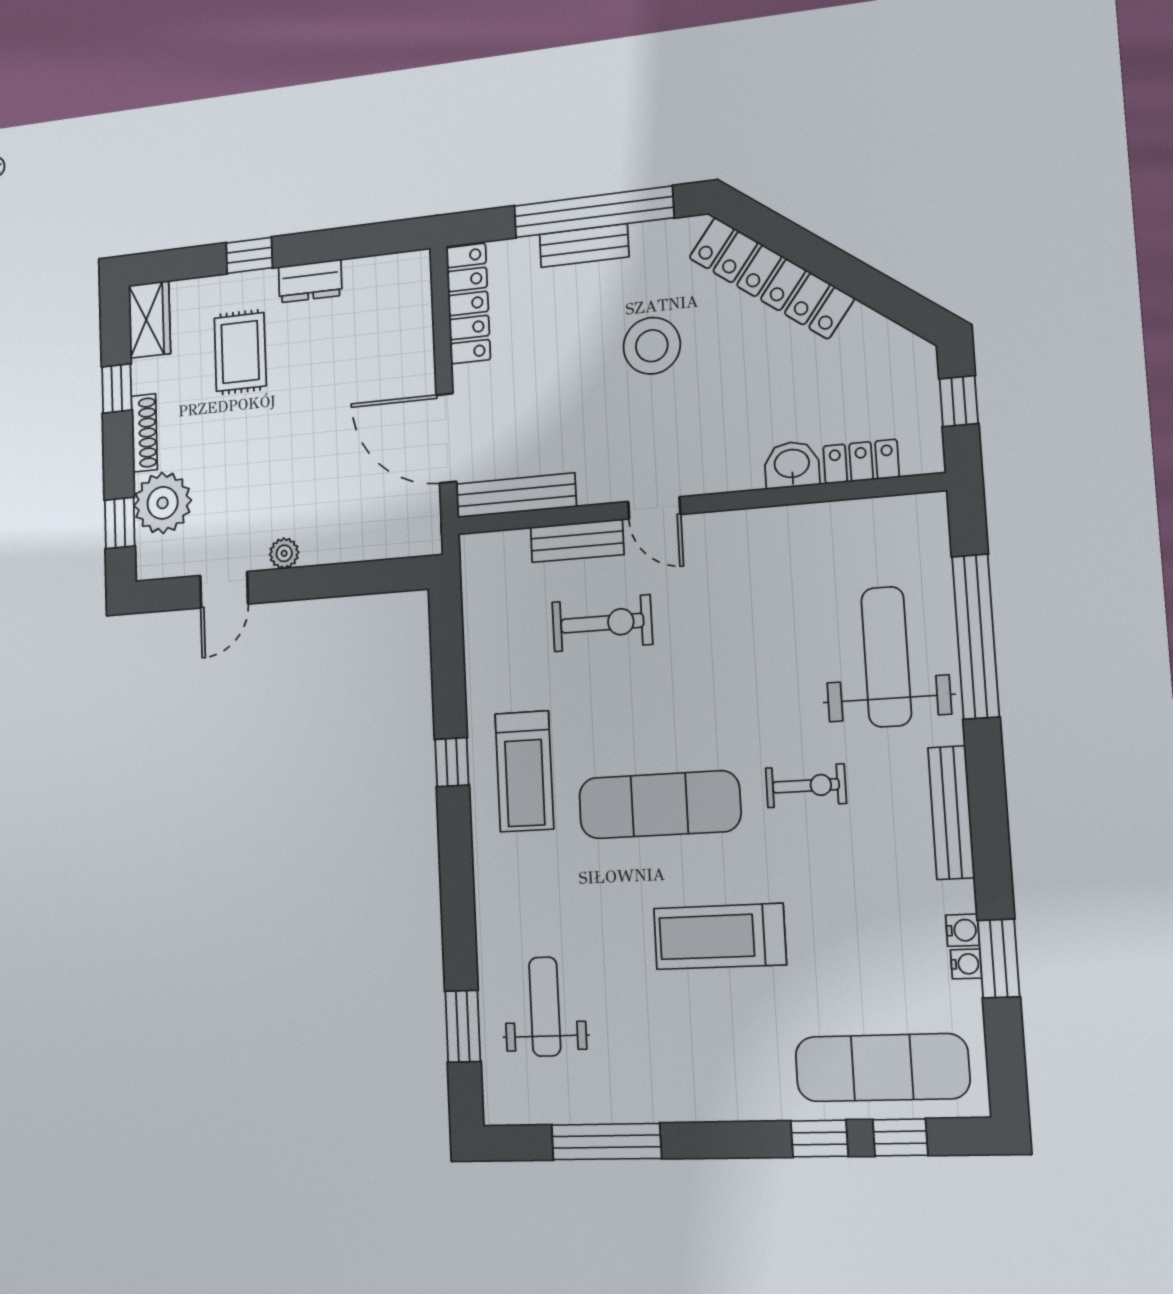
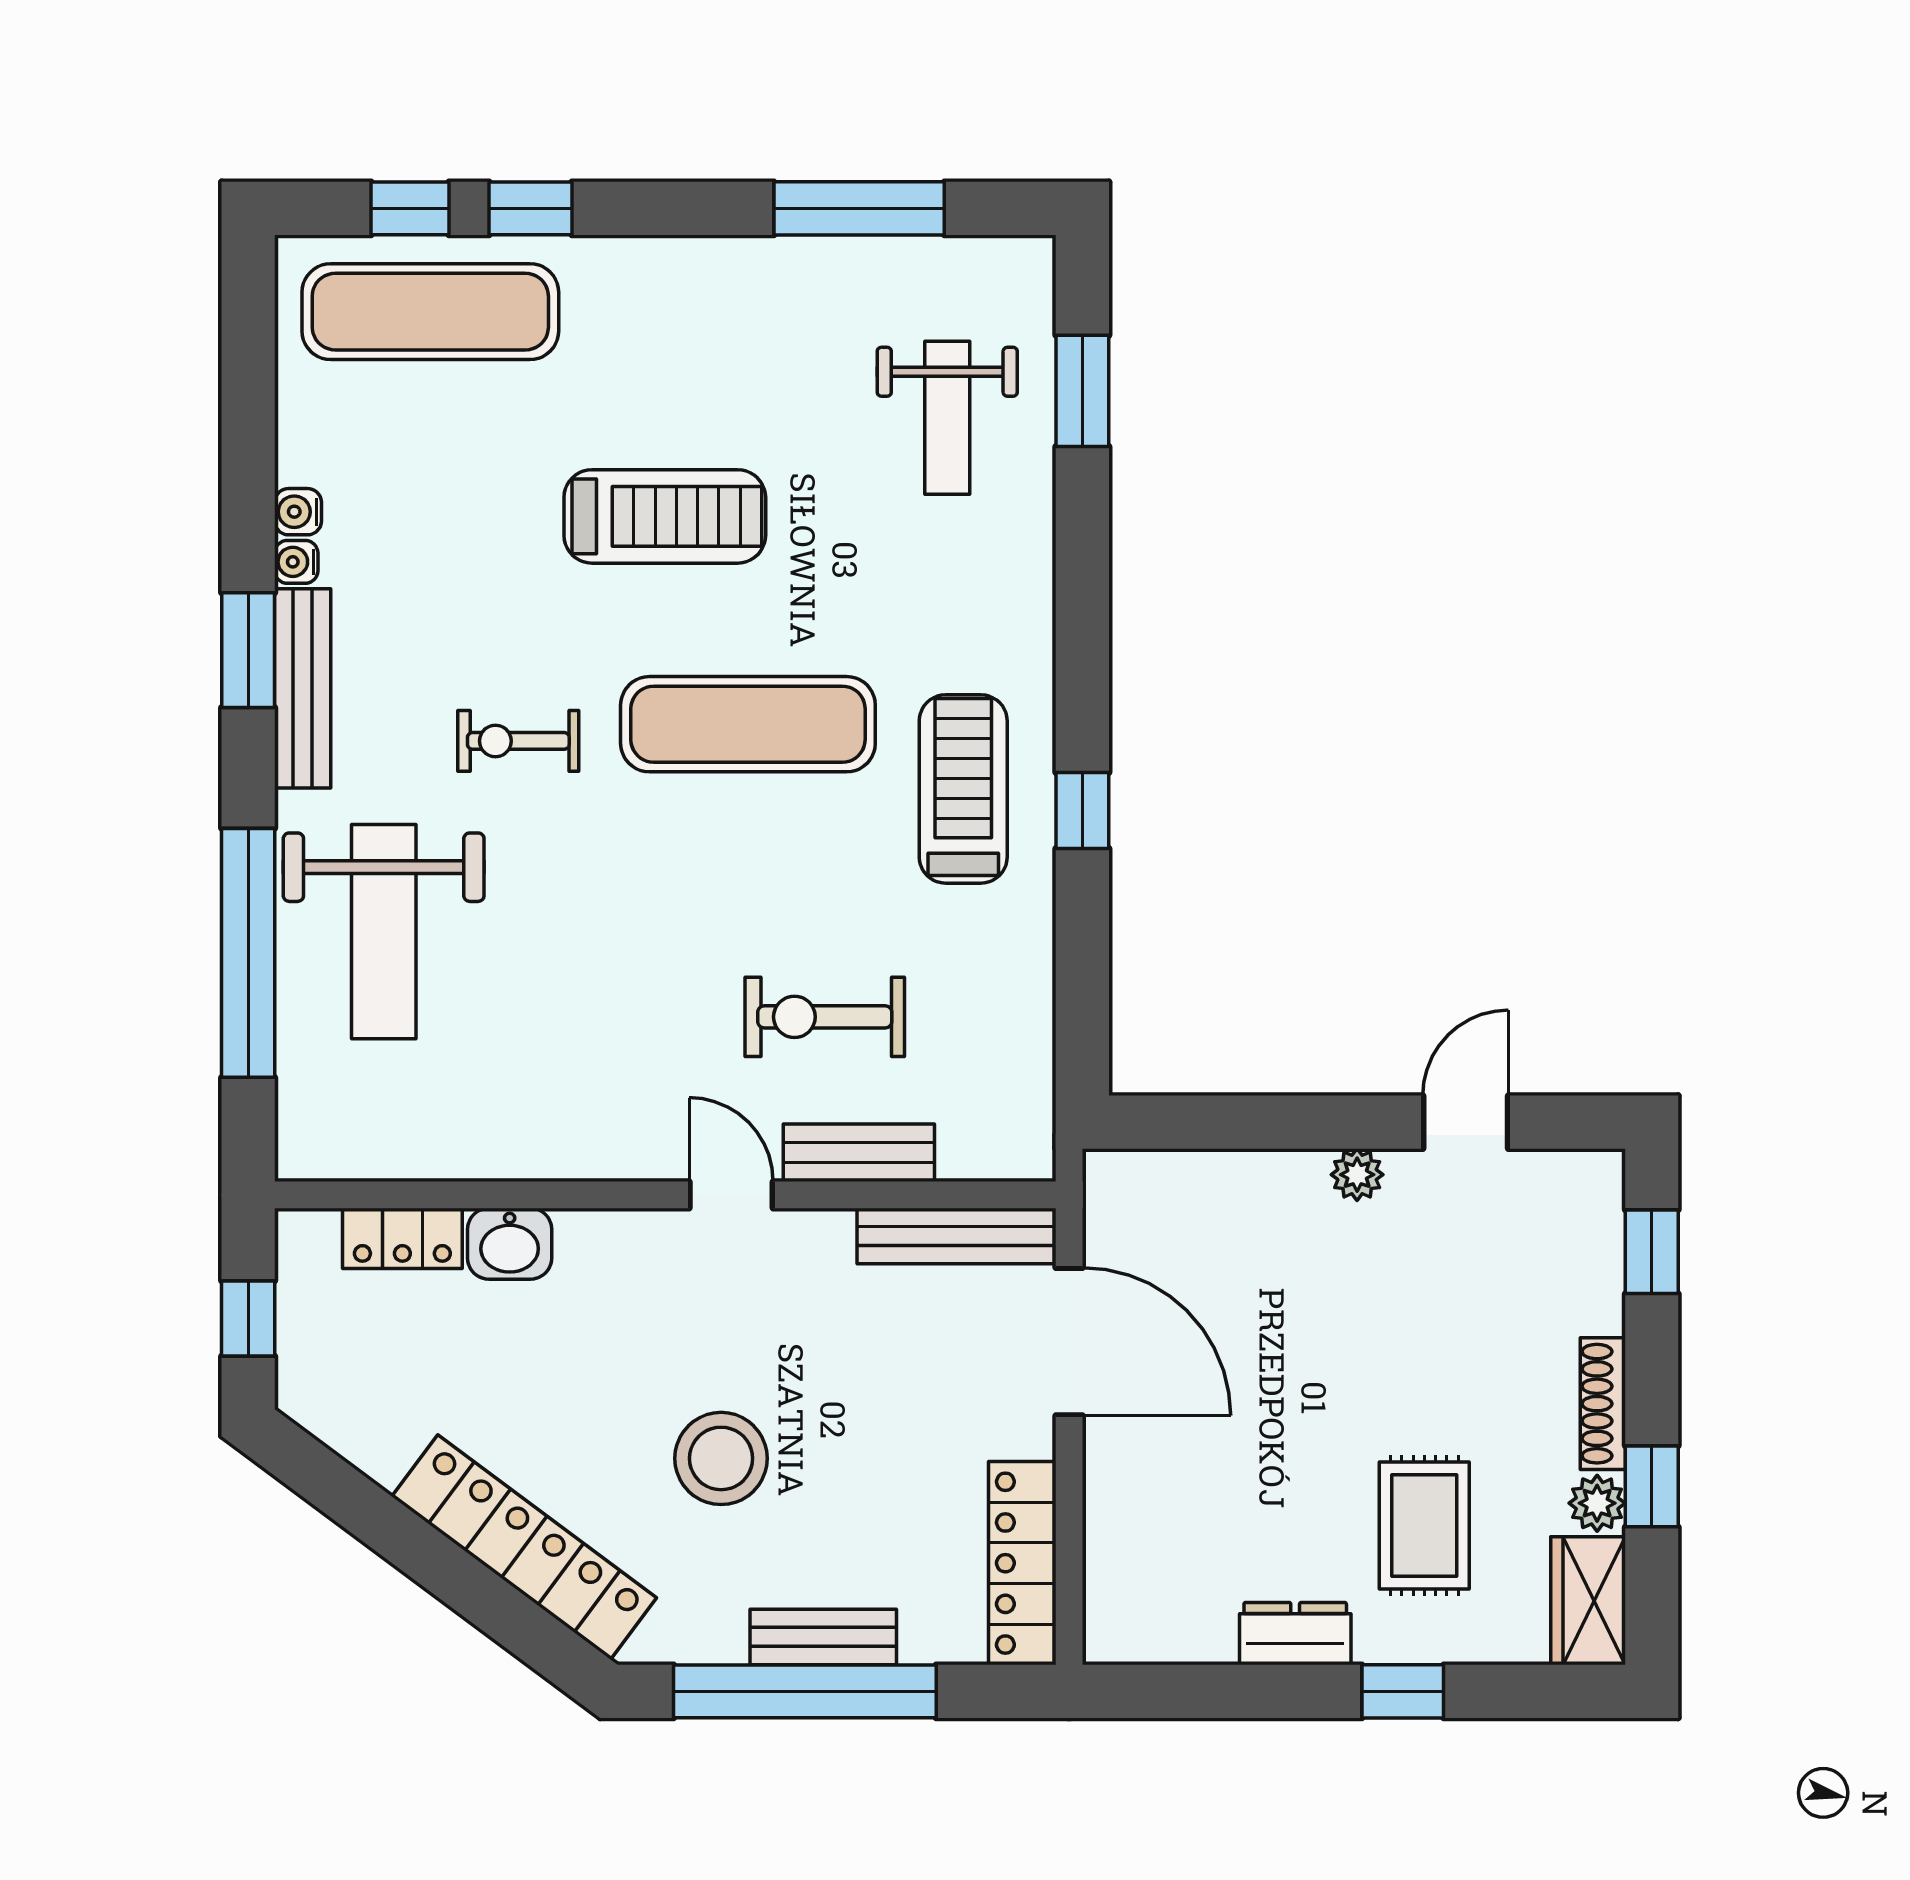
plant: (163, 503) -> (1597, 1503), moved, width x0.53, depth x0.53
window: (999, 959) -> (248, 650), moved
water cooler: (966, 964) -> (296, 562), moved

